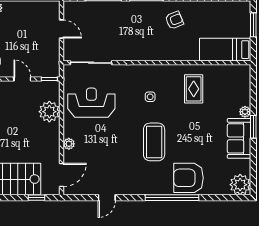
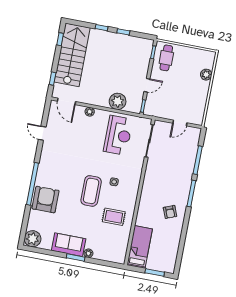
coffee table: (154, 142) -> (91, 191), moved, turned 90

